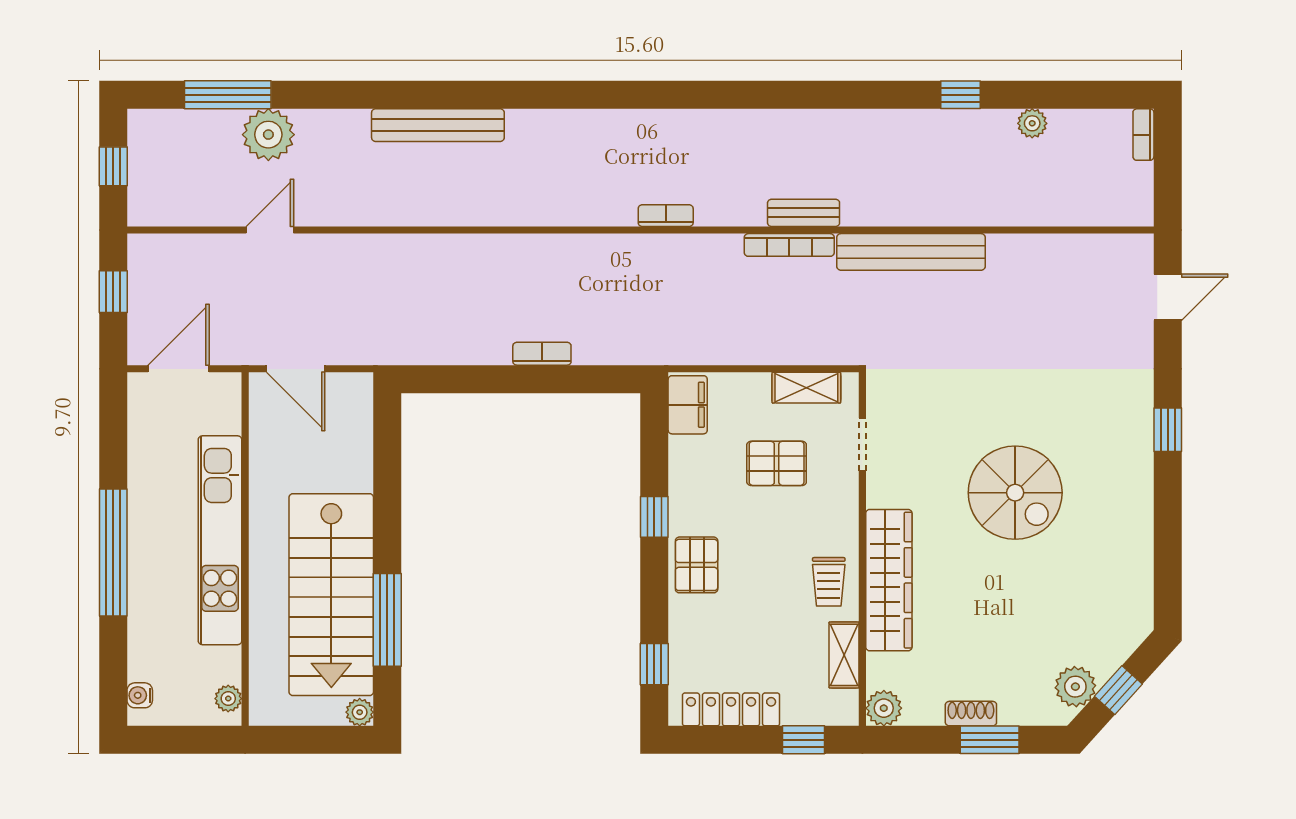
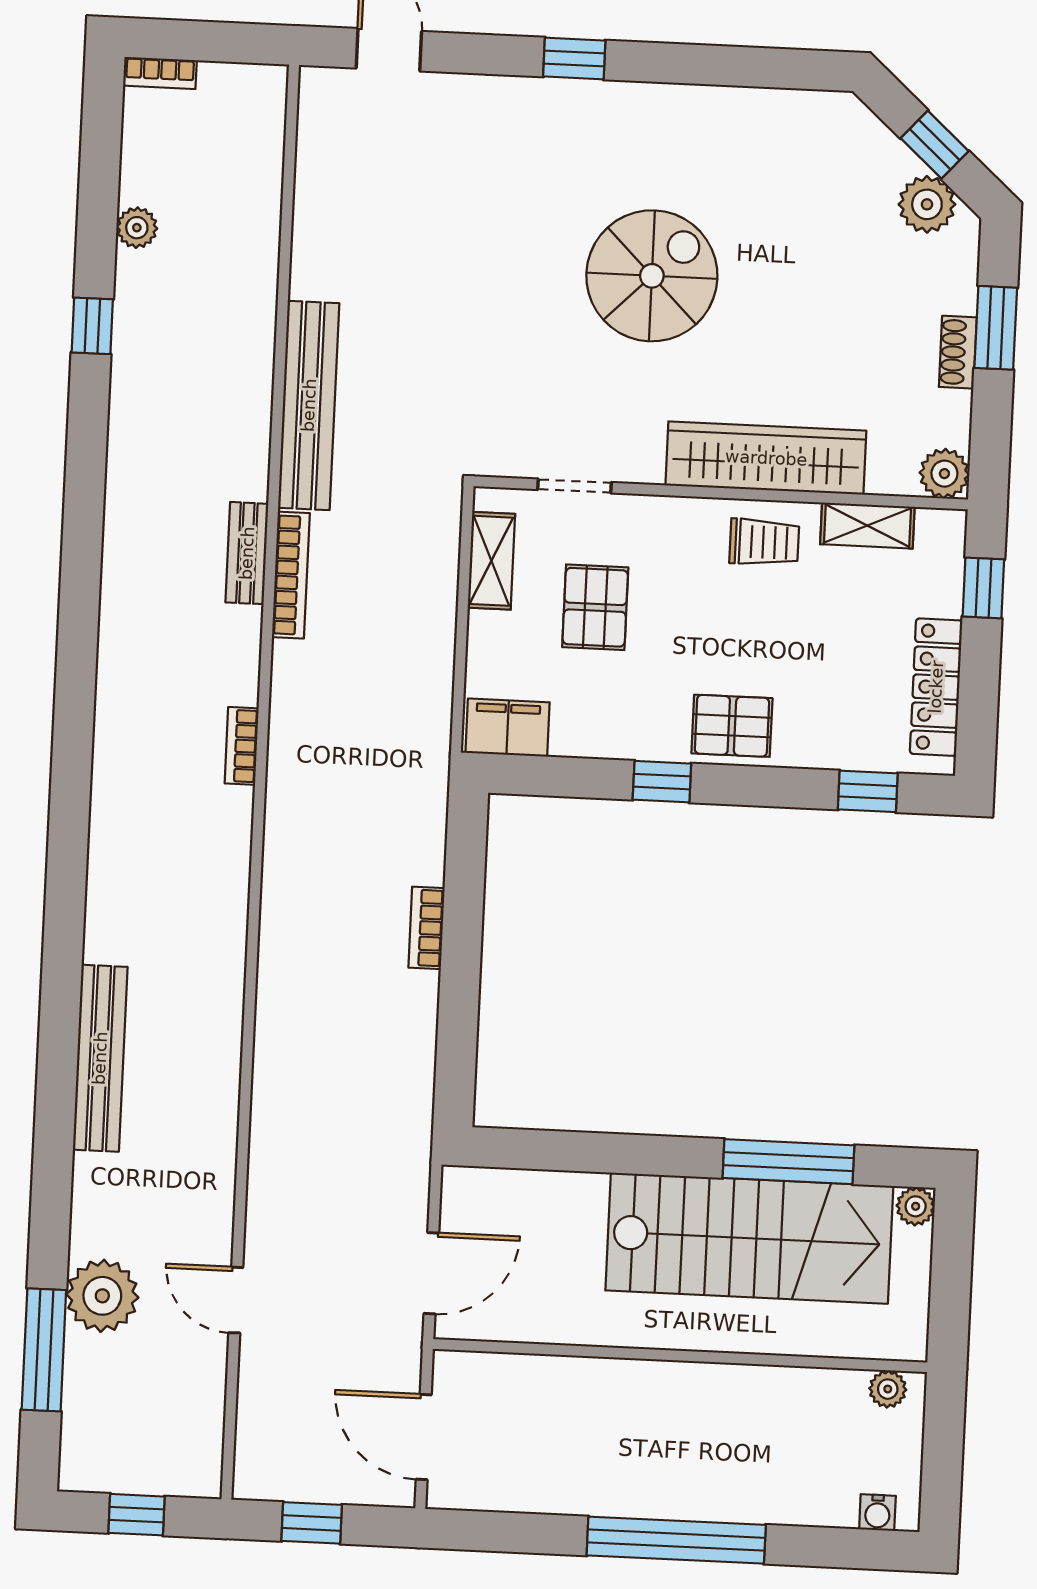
kitchen unit: (220, 540) -> (666, 1390), removed

